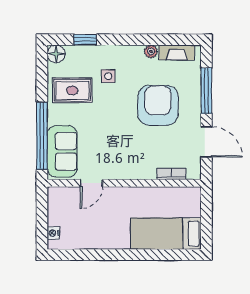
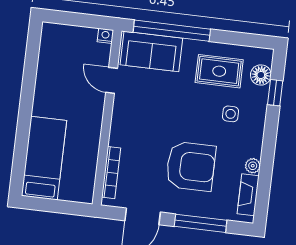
floor lamp: (56, 54) -> (261, 75), moved
rug: (72, 90) -> (219, 71), turned 90
bookcase: (171, 174) -> (111, 173), width x1.56
nightstand: (53, 233) -> (105, 36), moved

